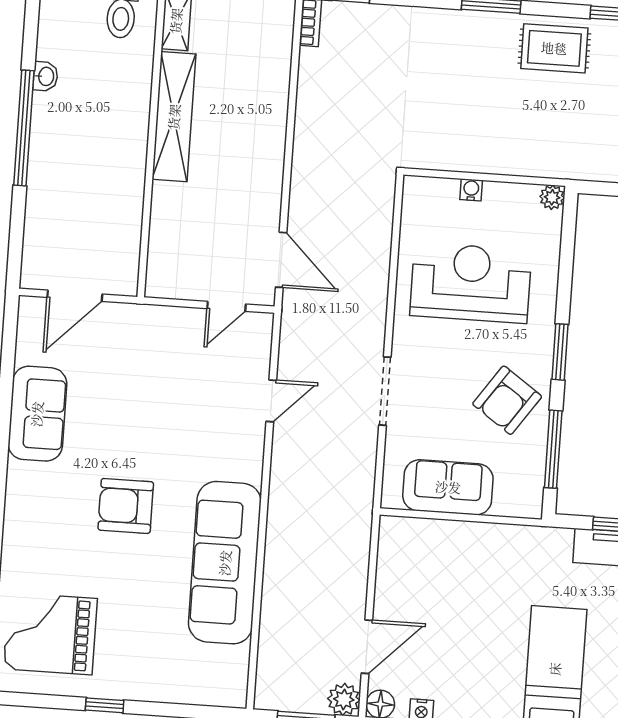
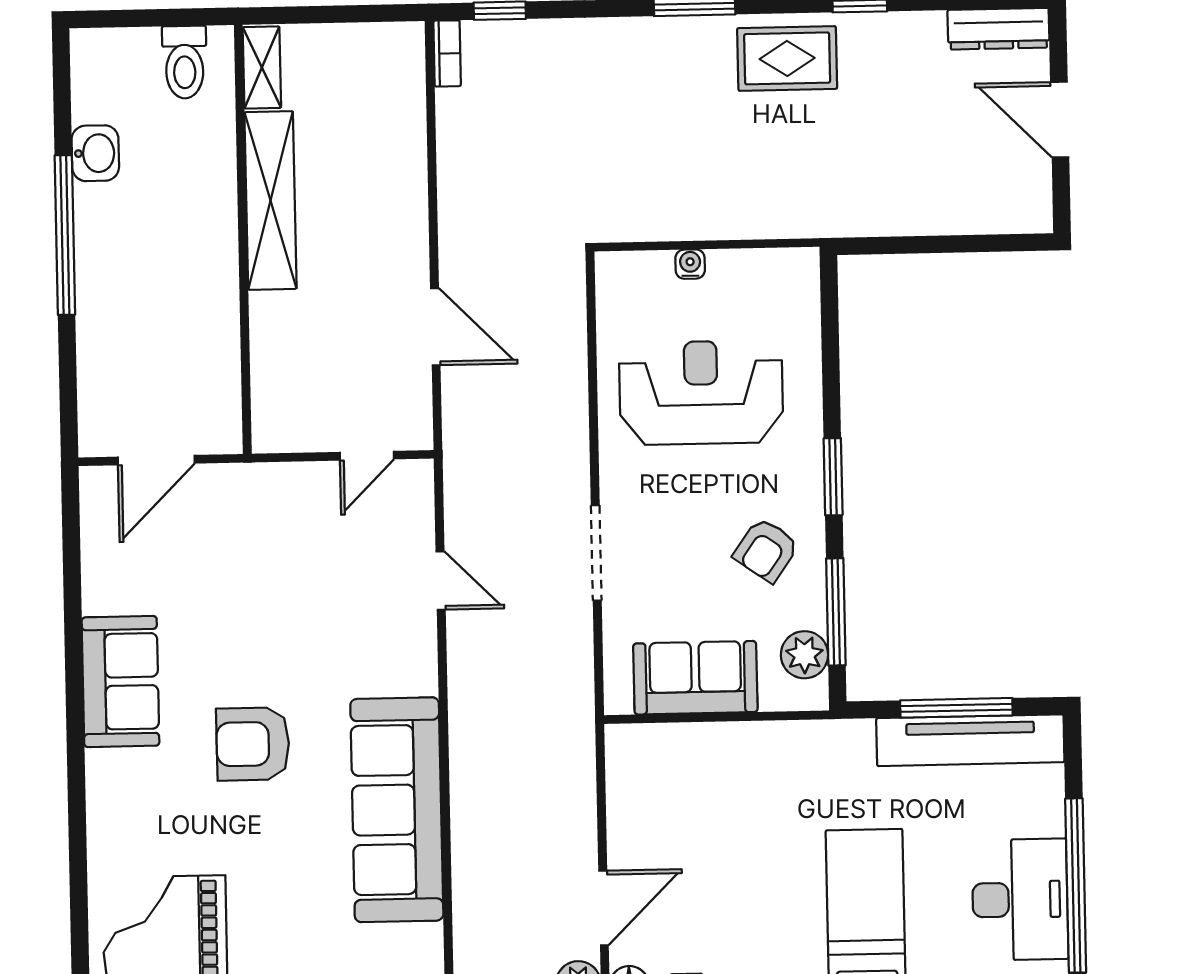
washbasin: (46, 76) -> (95, 153), width x1.38, depth x1.45
plant: (552, 197) -> (804, 655), moved, width x1.38, depth x1.38
door: (281, 260) -> (435, 327), moved
armchair: (507, 400) -> (766, 550), width x0.72, depth x0.72
door: (271, 401) -> (441, 581), hinge flipped
sofa: (37, 414) -> (120, 682), moved

